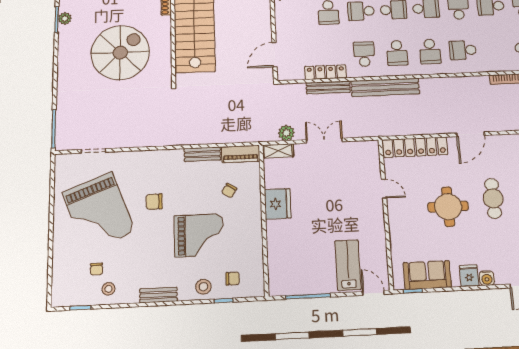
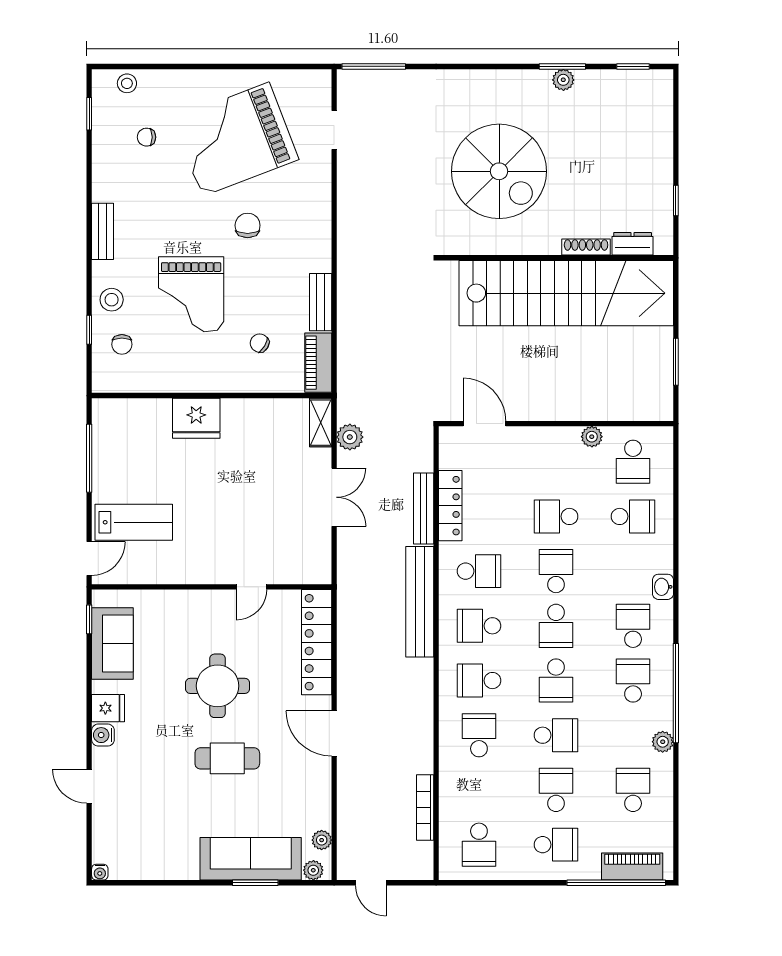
fridge: (278, 204) -> (196, 418), moved
stool: (108, 289) -> (127, 83), moved

